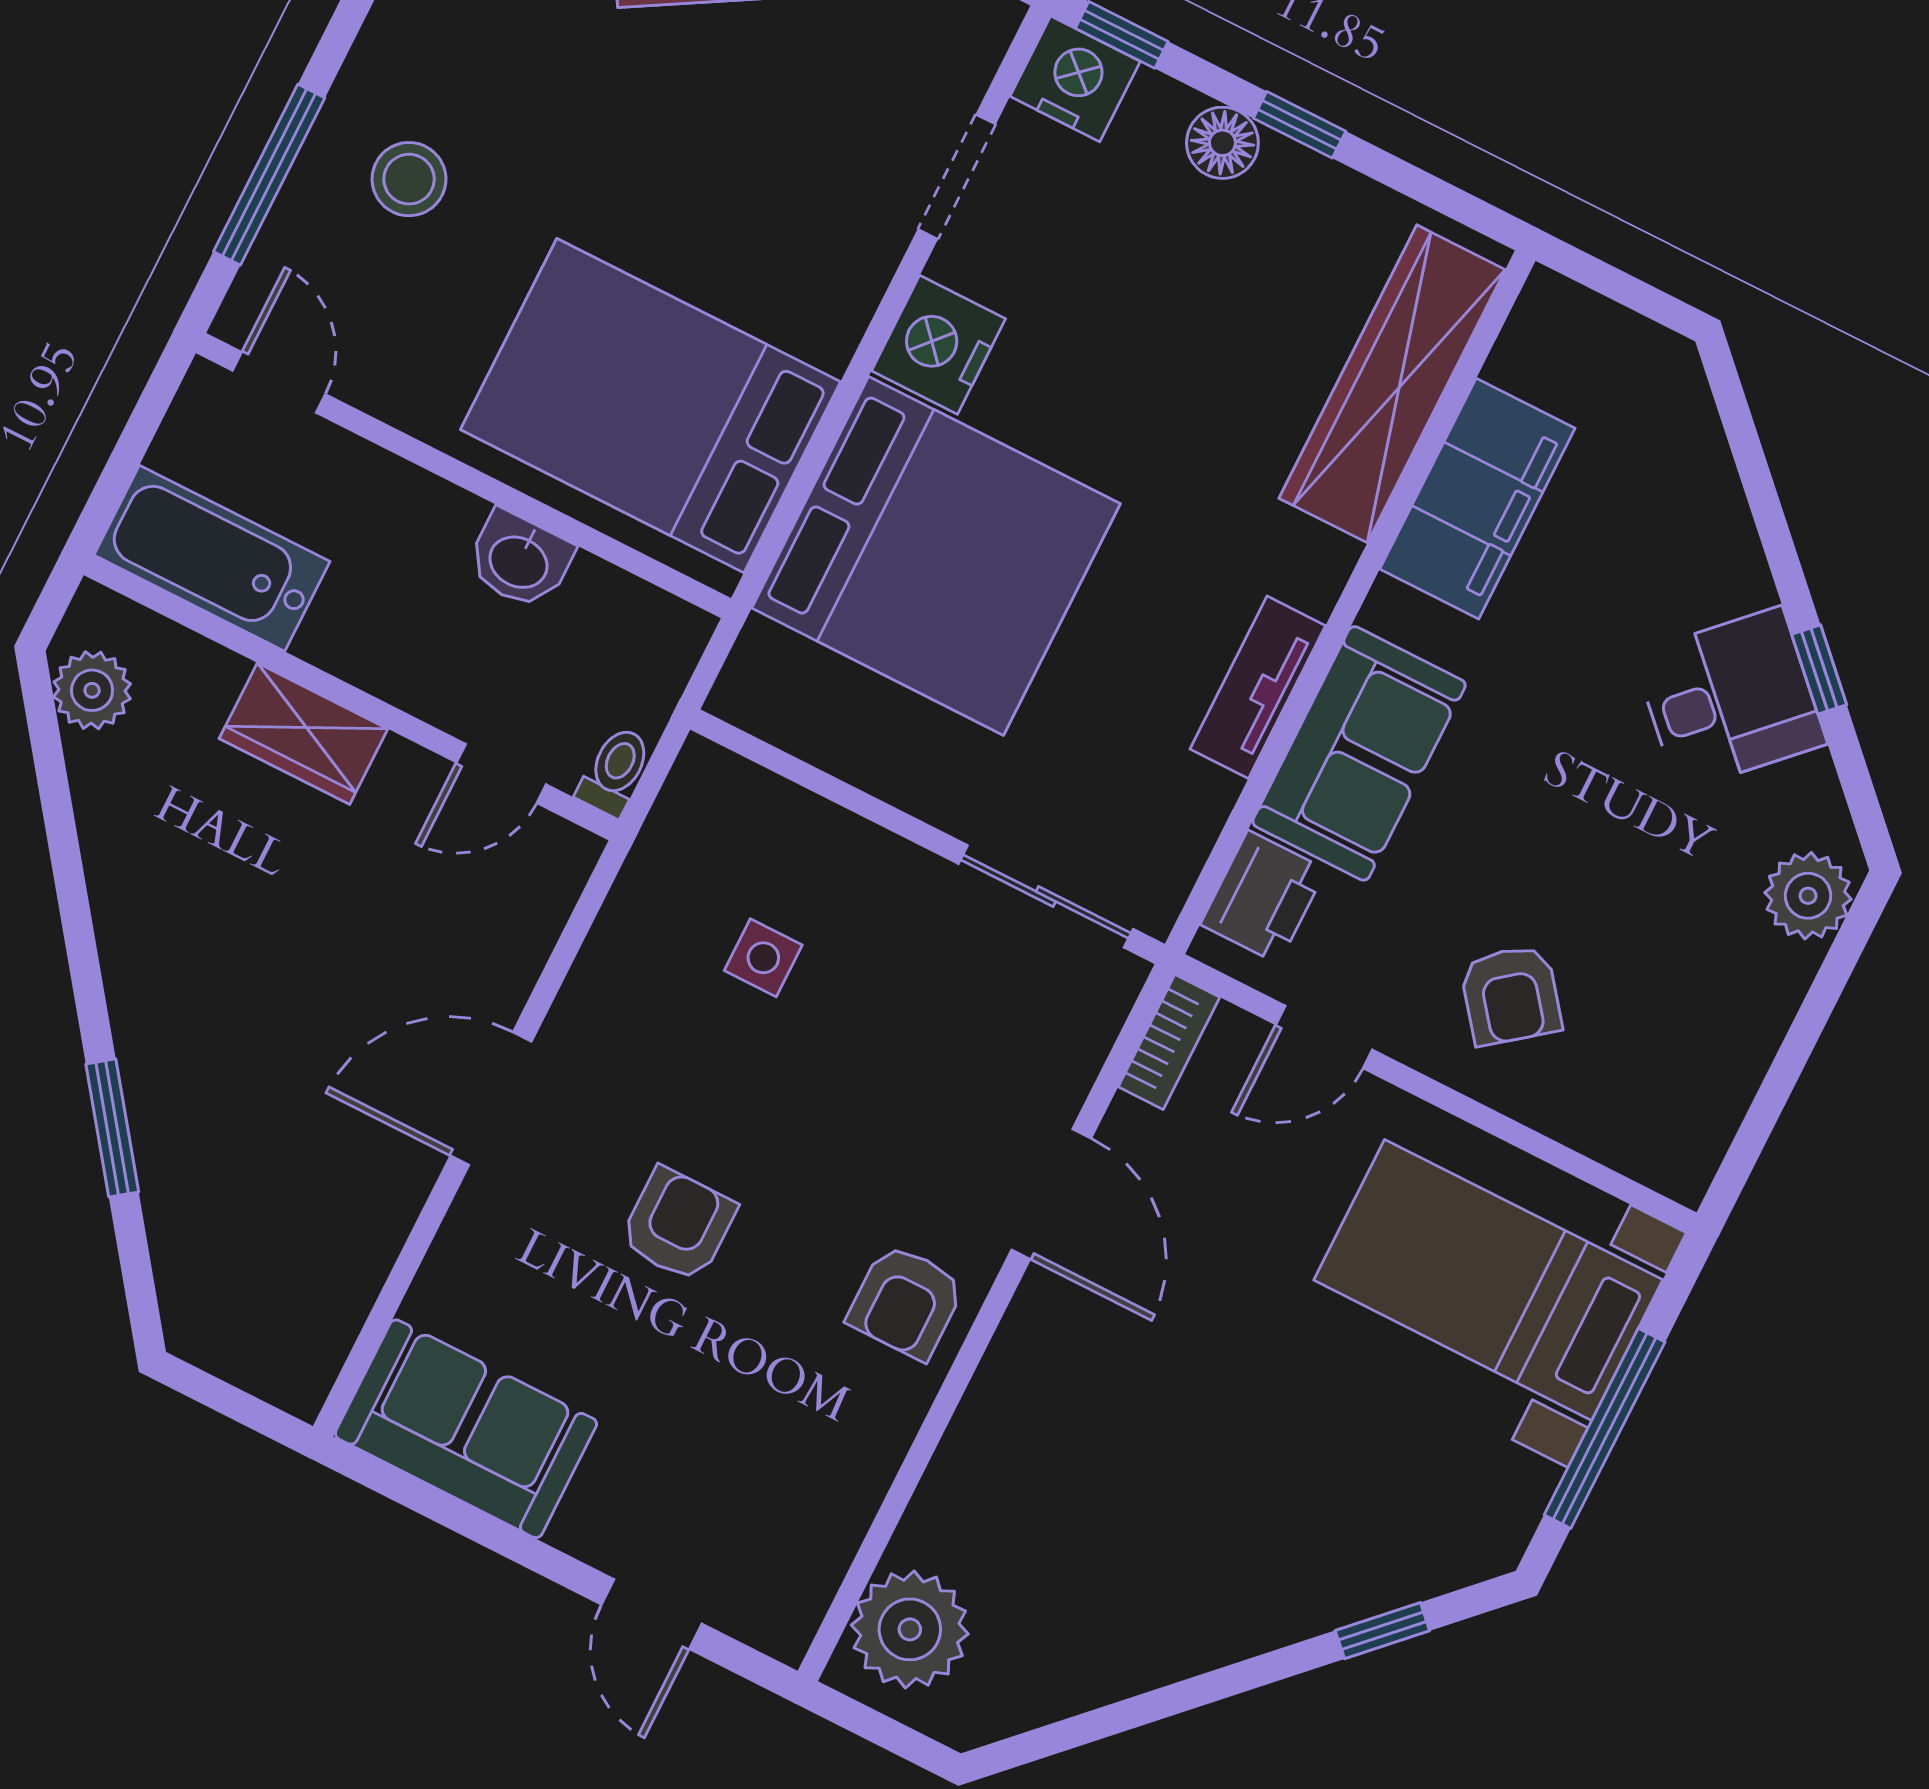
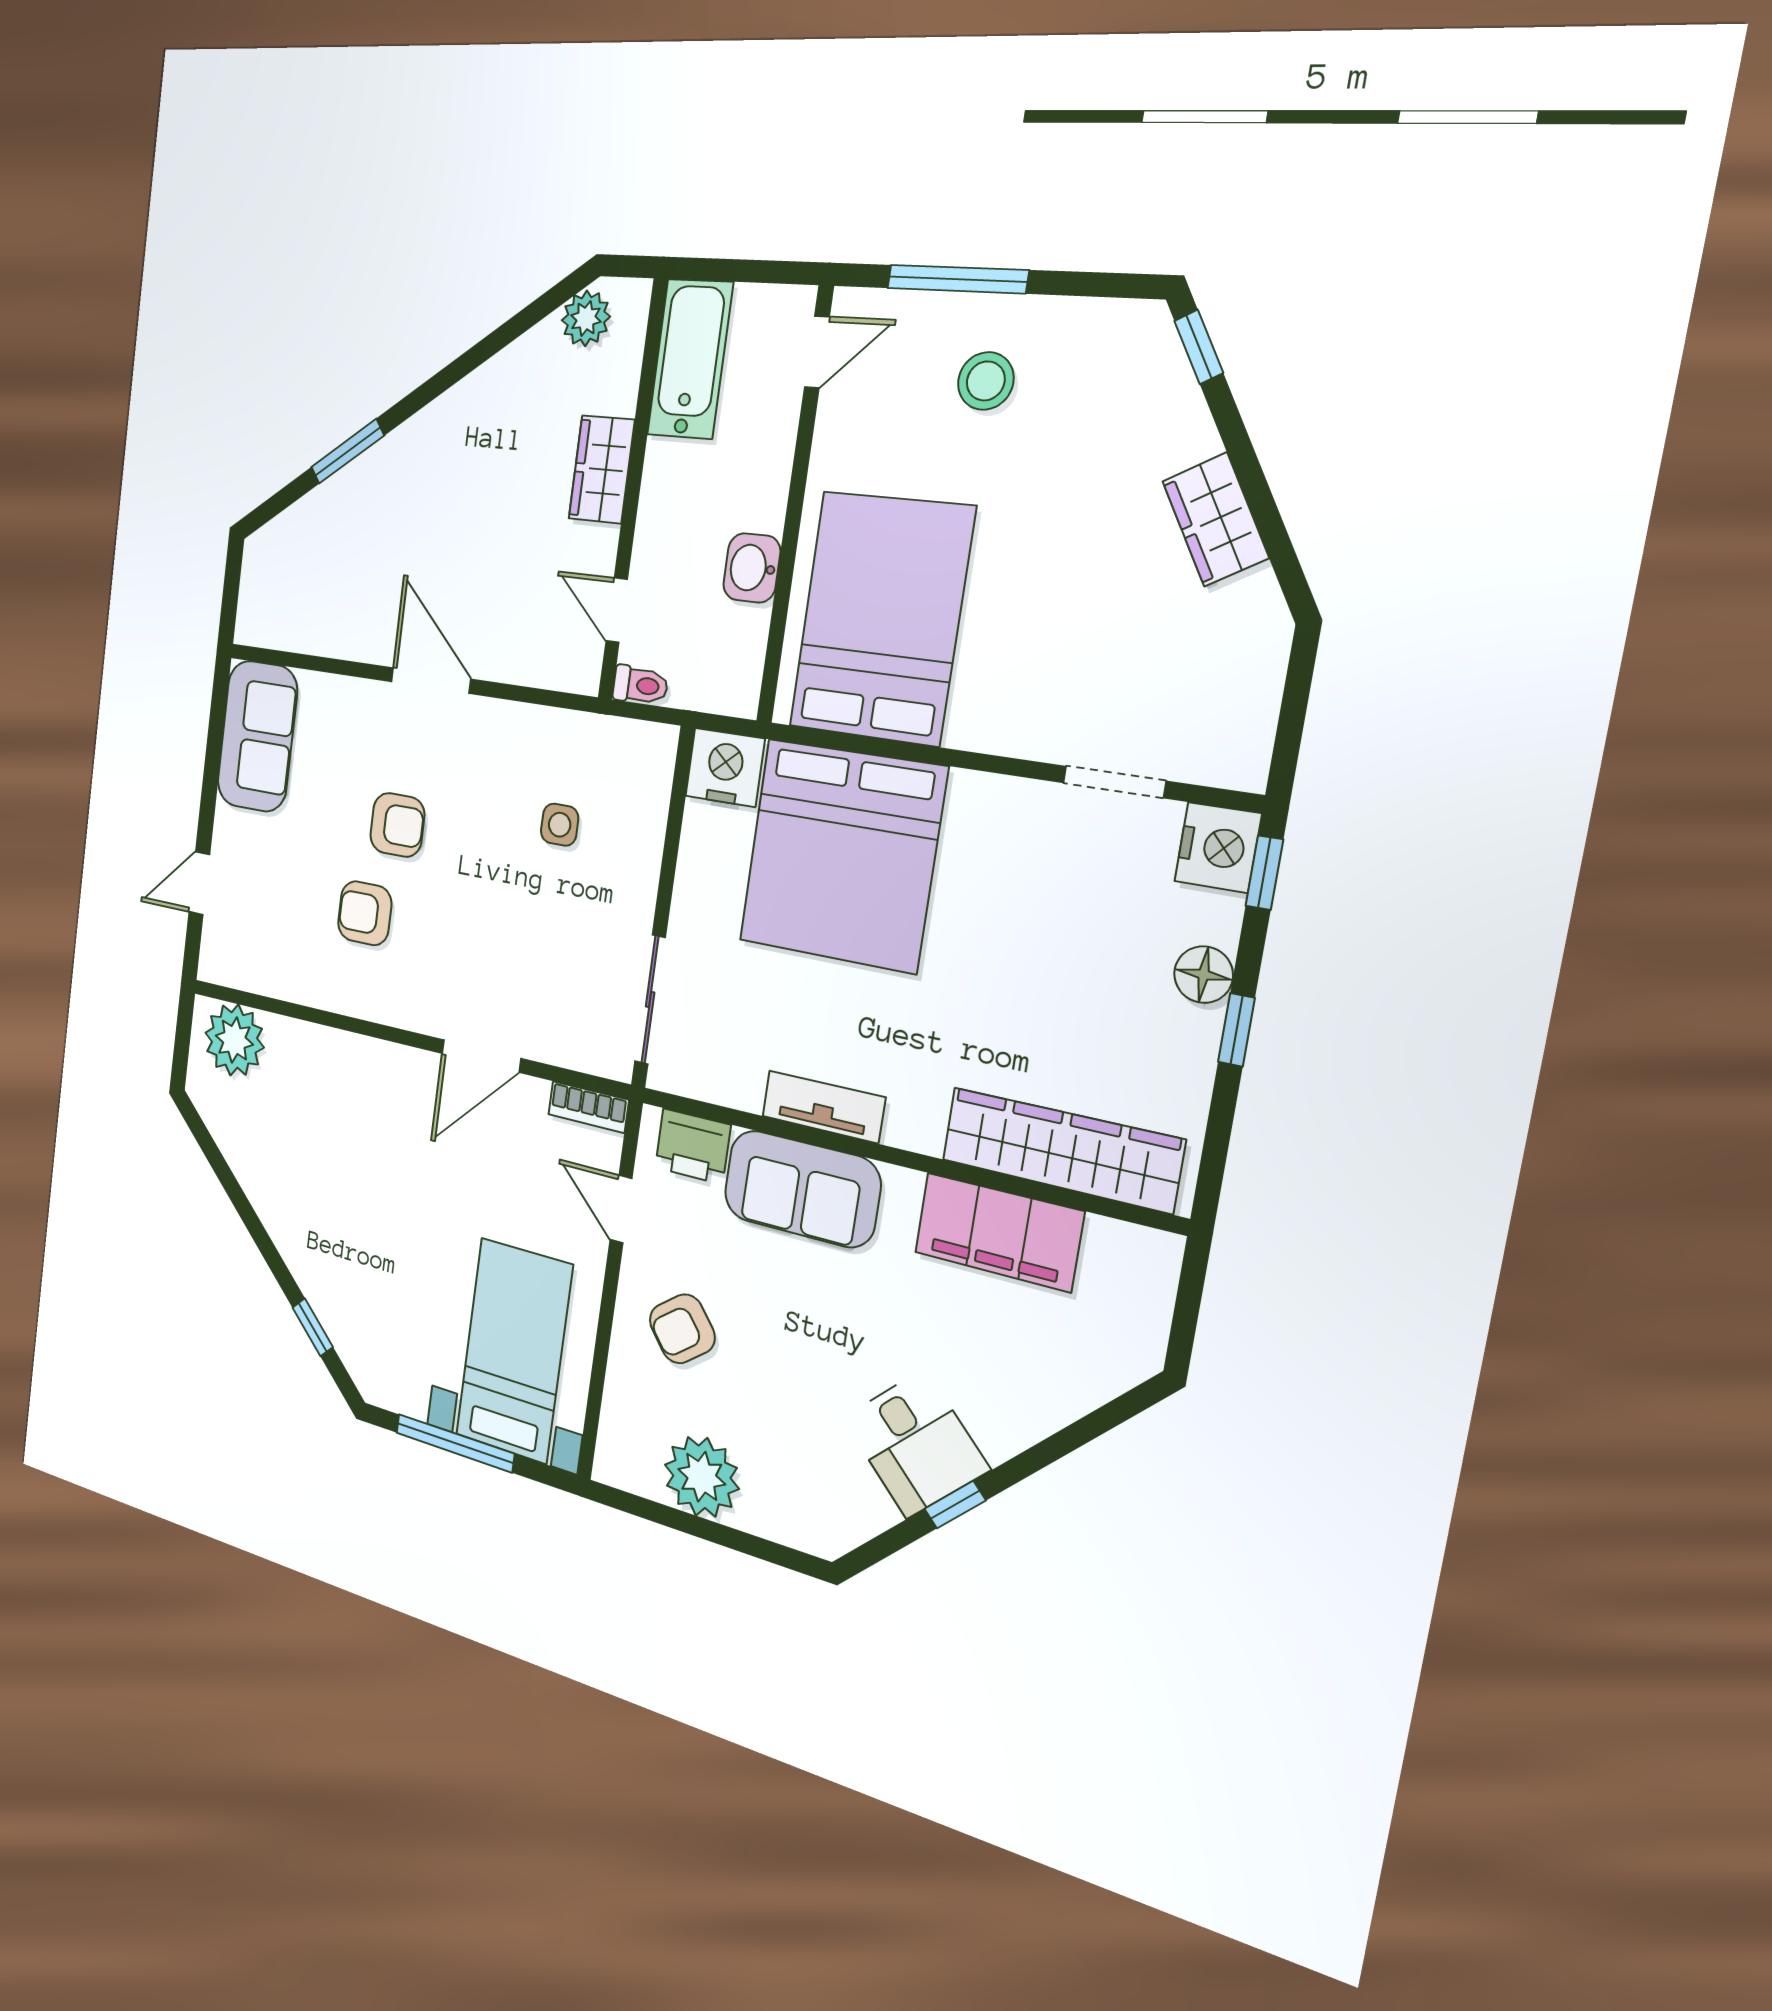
nightstand: (938, 345) -> (725, 767), moved
plant: (1808, 896) -> (702, 1477), moved, width x1.36, depth x1.36
armchair: (906, 1302) -> (365, 913), moved

